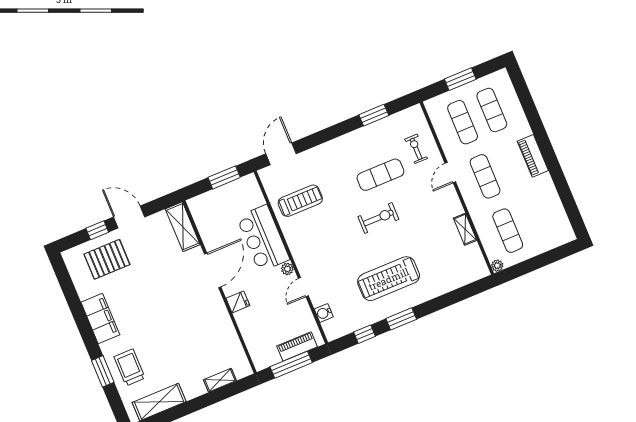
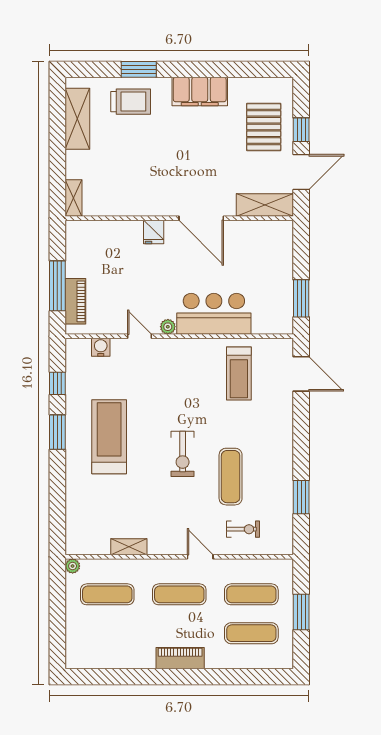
shelving: (183, 227) -> (265, 205), moved
door: (213, 270) -> (201, 218), moved
wall: (220, 287) -> (179, 218), moved
fridge: (238, 302) -> (154, 232), moved

